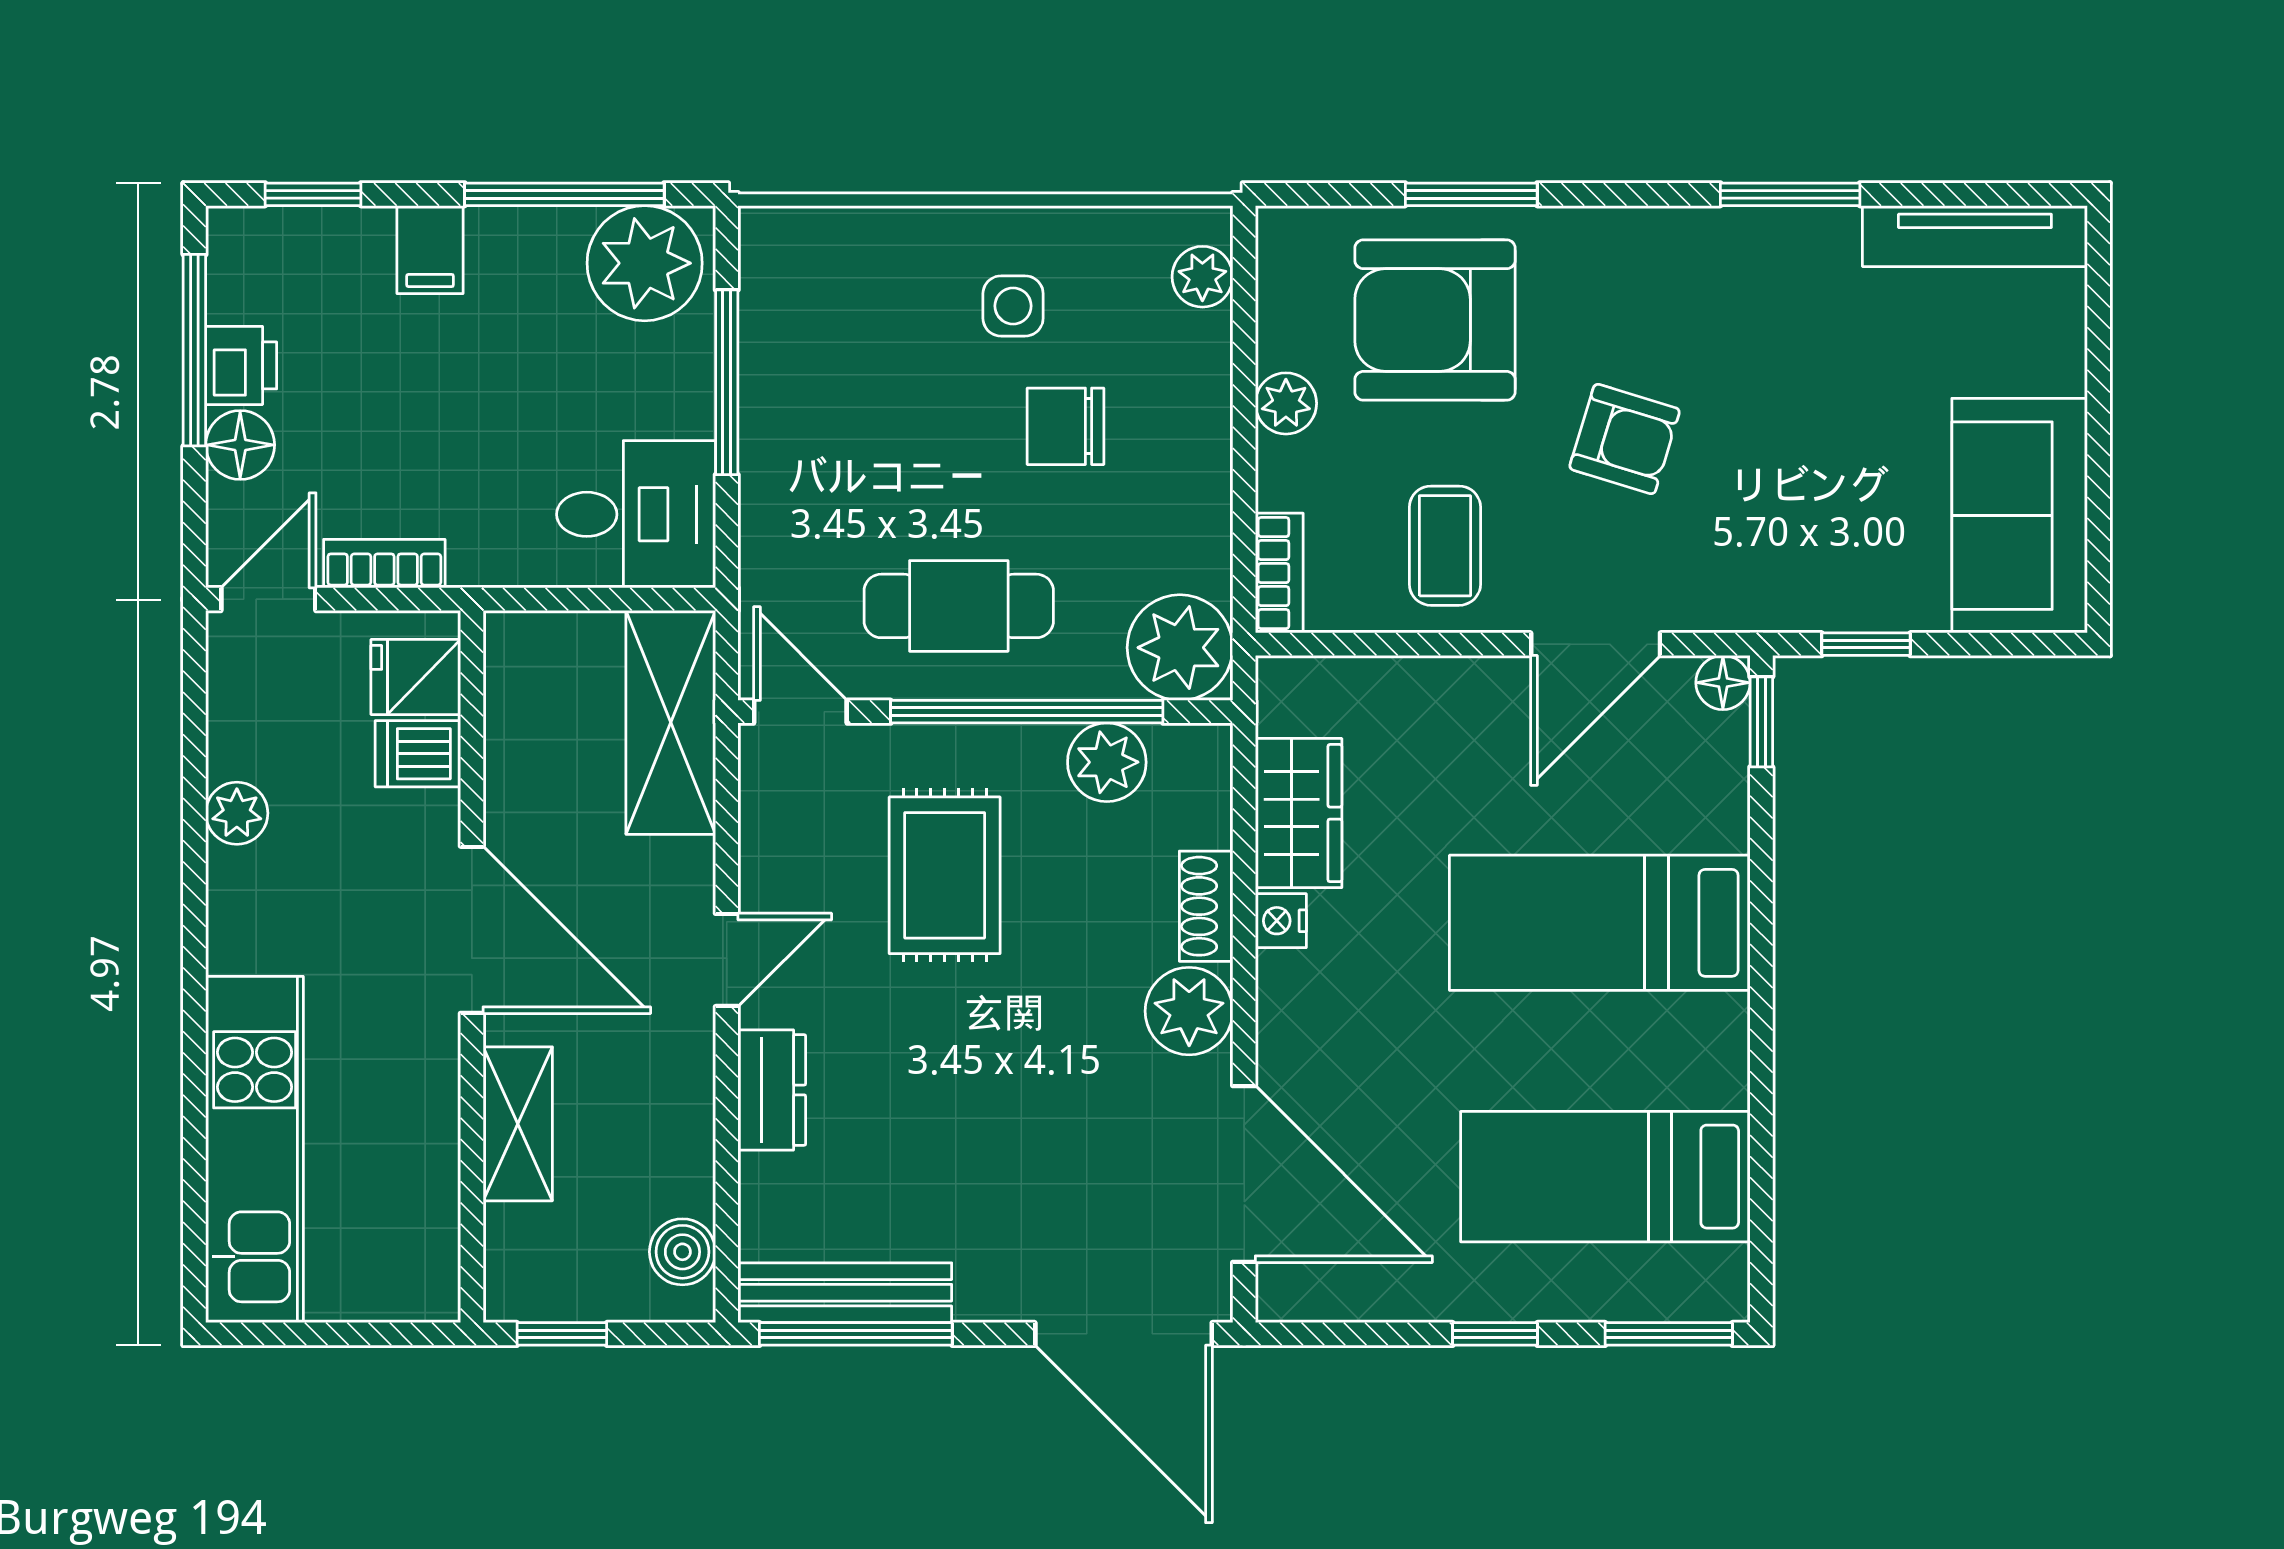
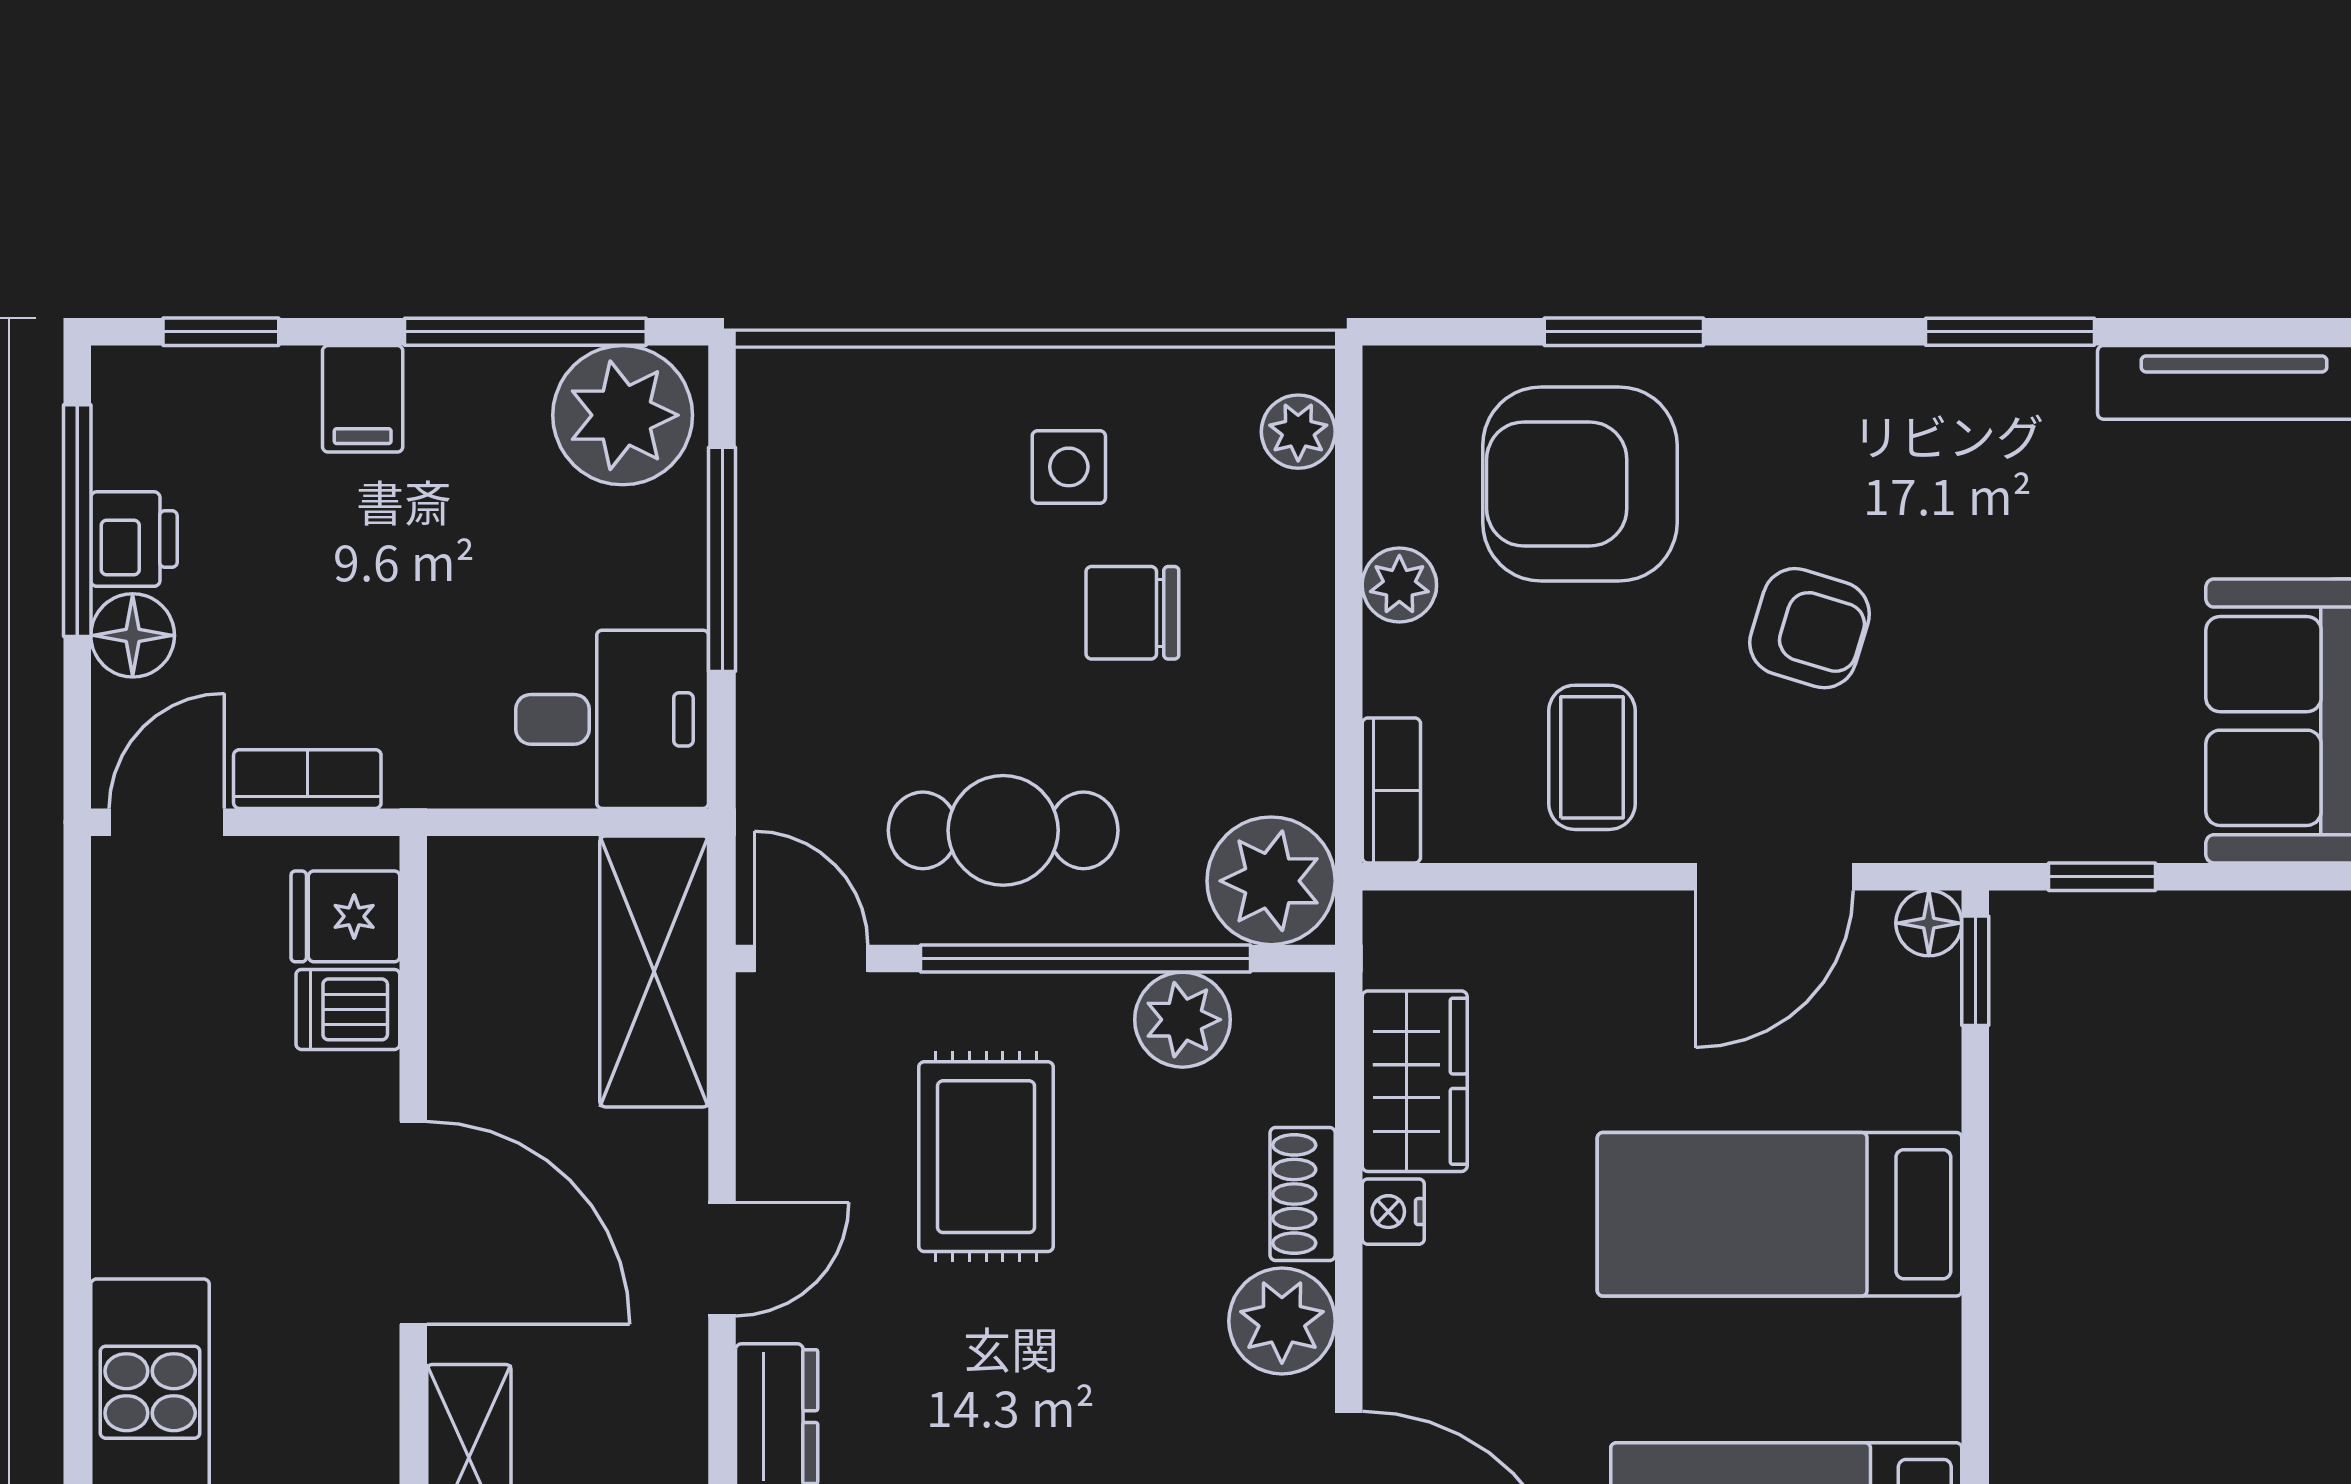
plant: (237, 813) -> (129, 1081), removed

